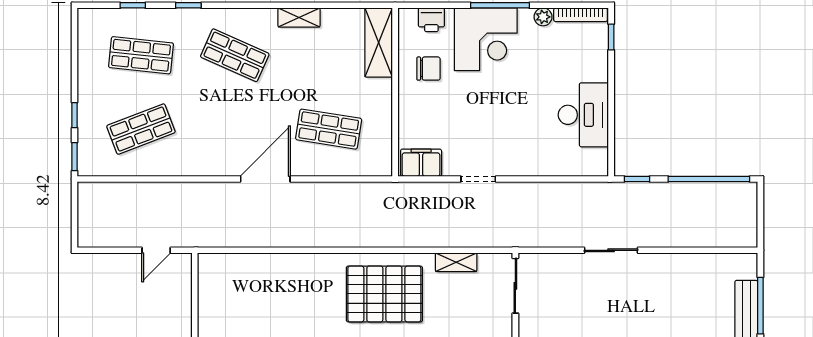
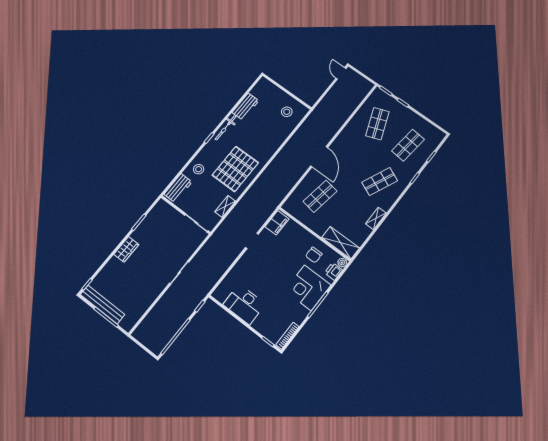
plant: (543, 17) -> (342, 263), moved
door: (156, 250) -> (341, 73), moved
stool: (229, 287) -> (287, 112), added

